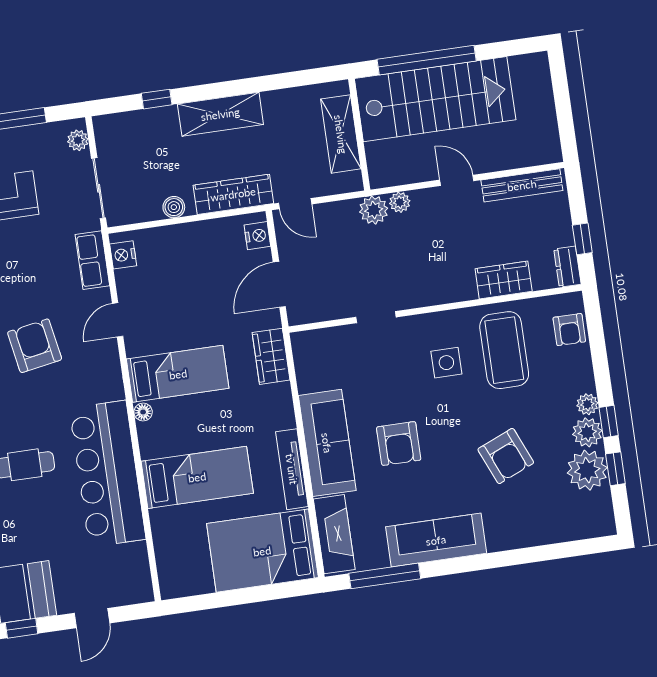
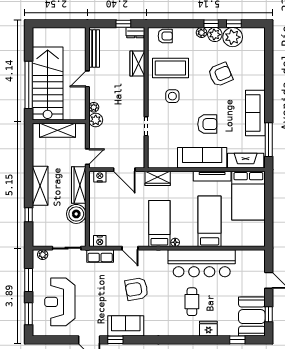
boiler: (174, 207) -> (76, 214), width x1.86, depth x1.86

